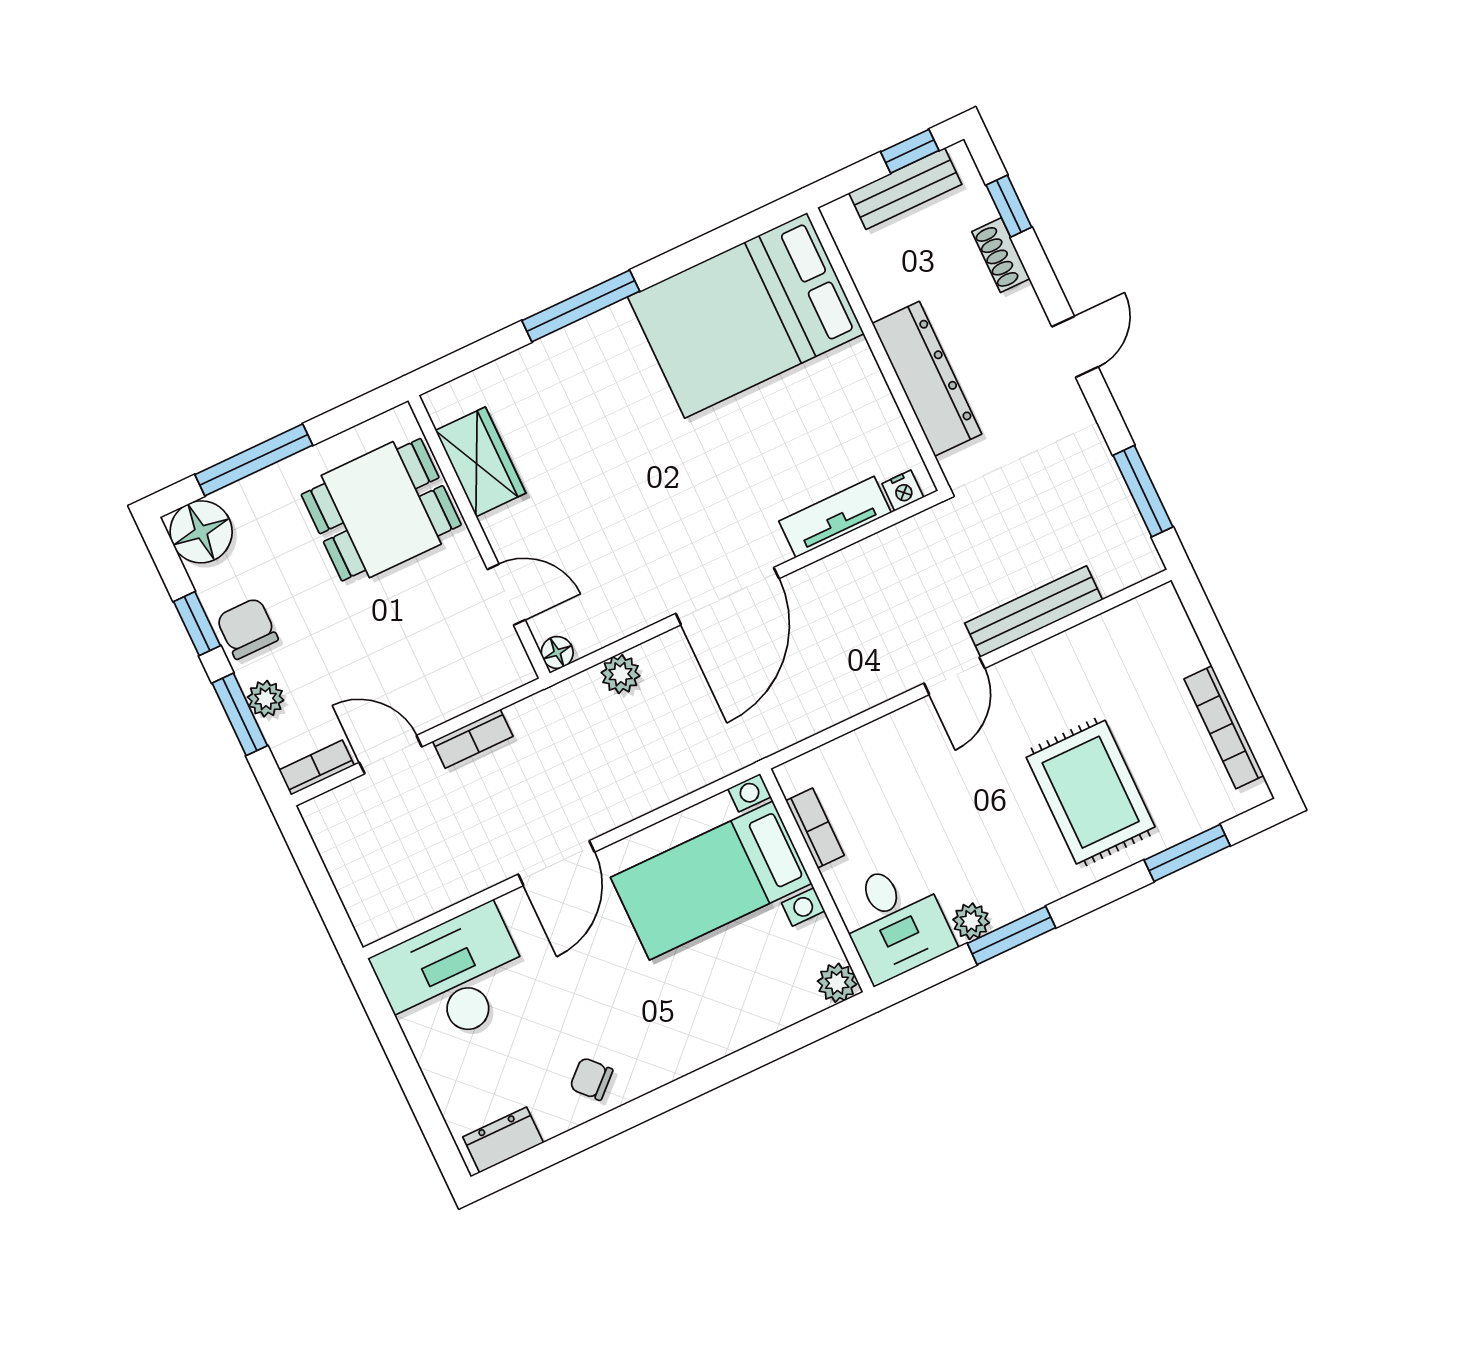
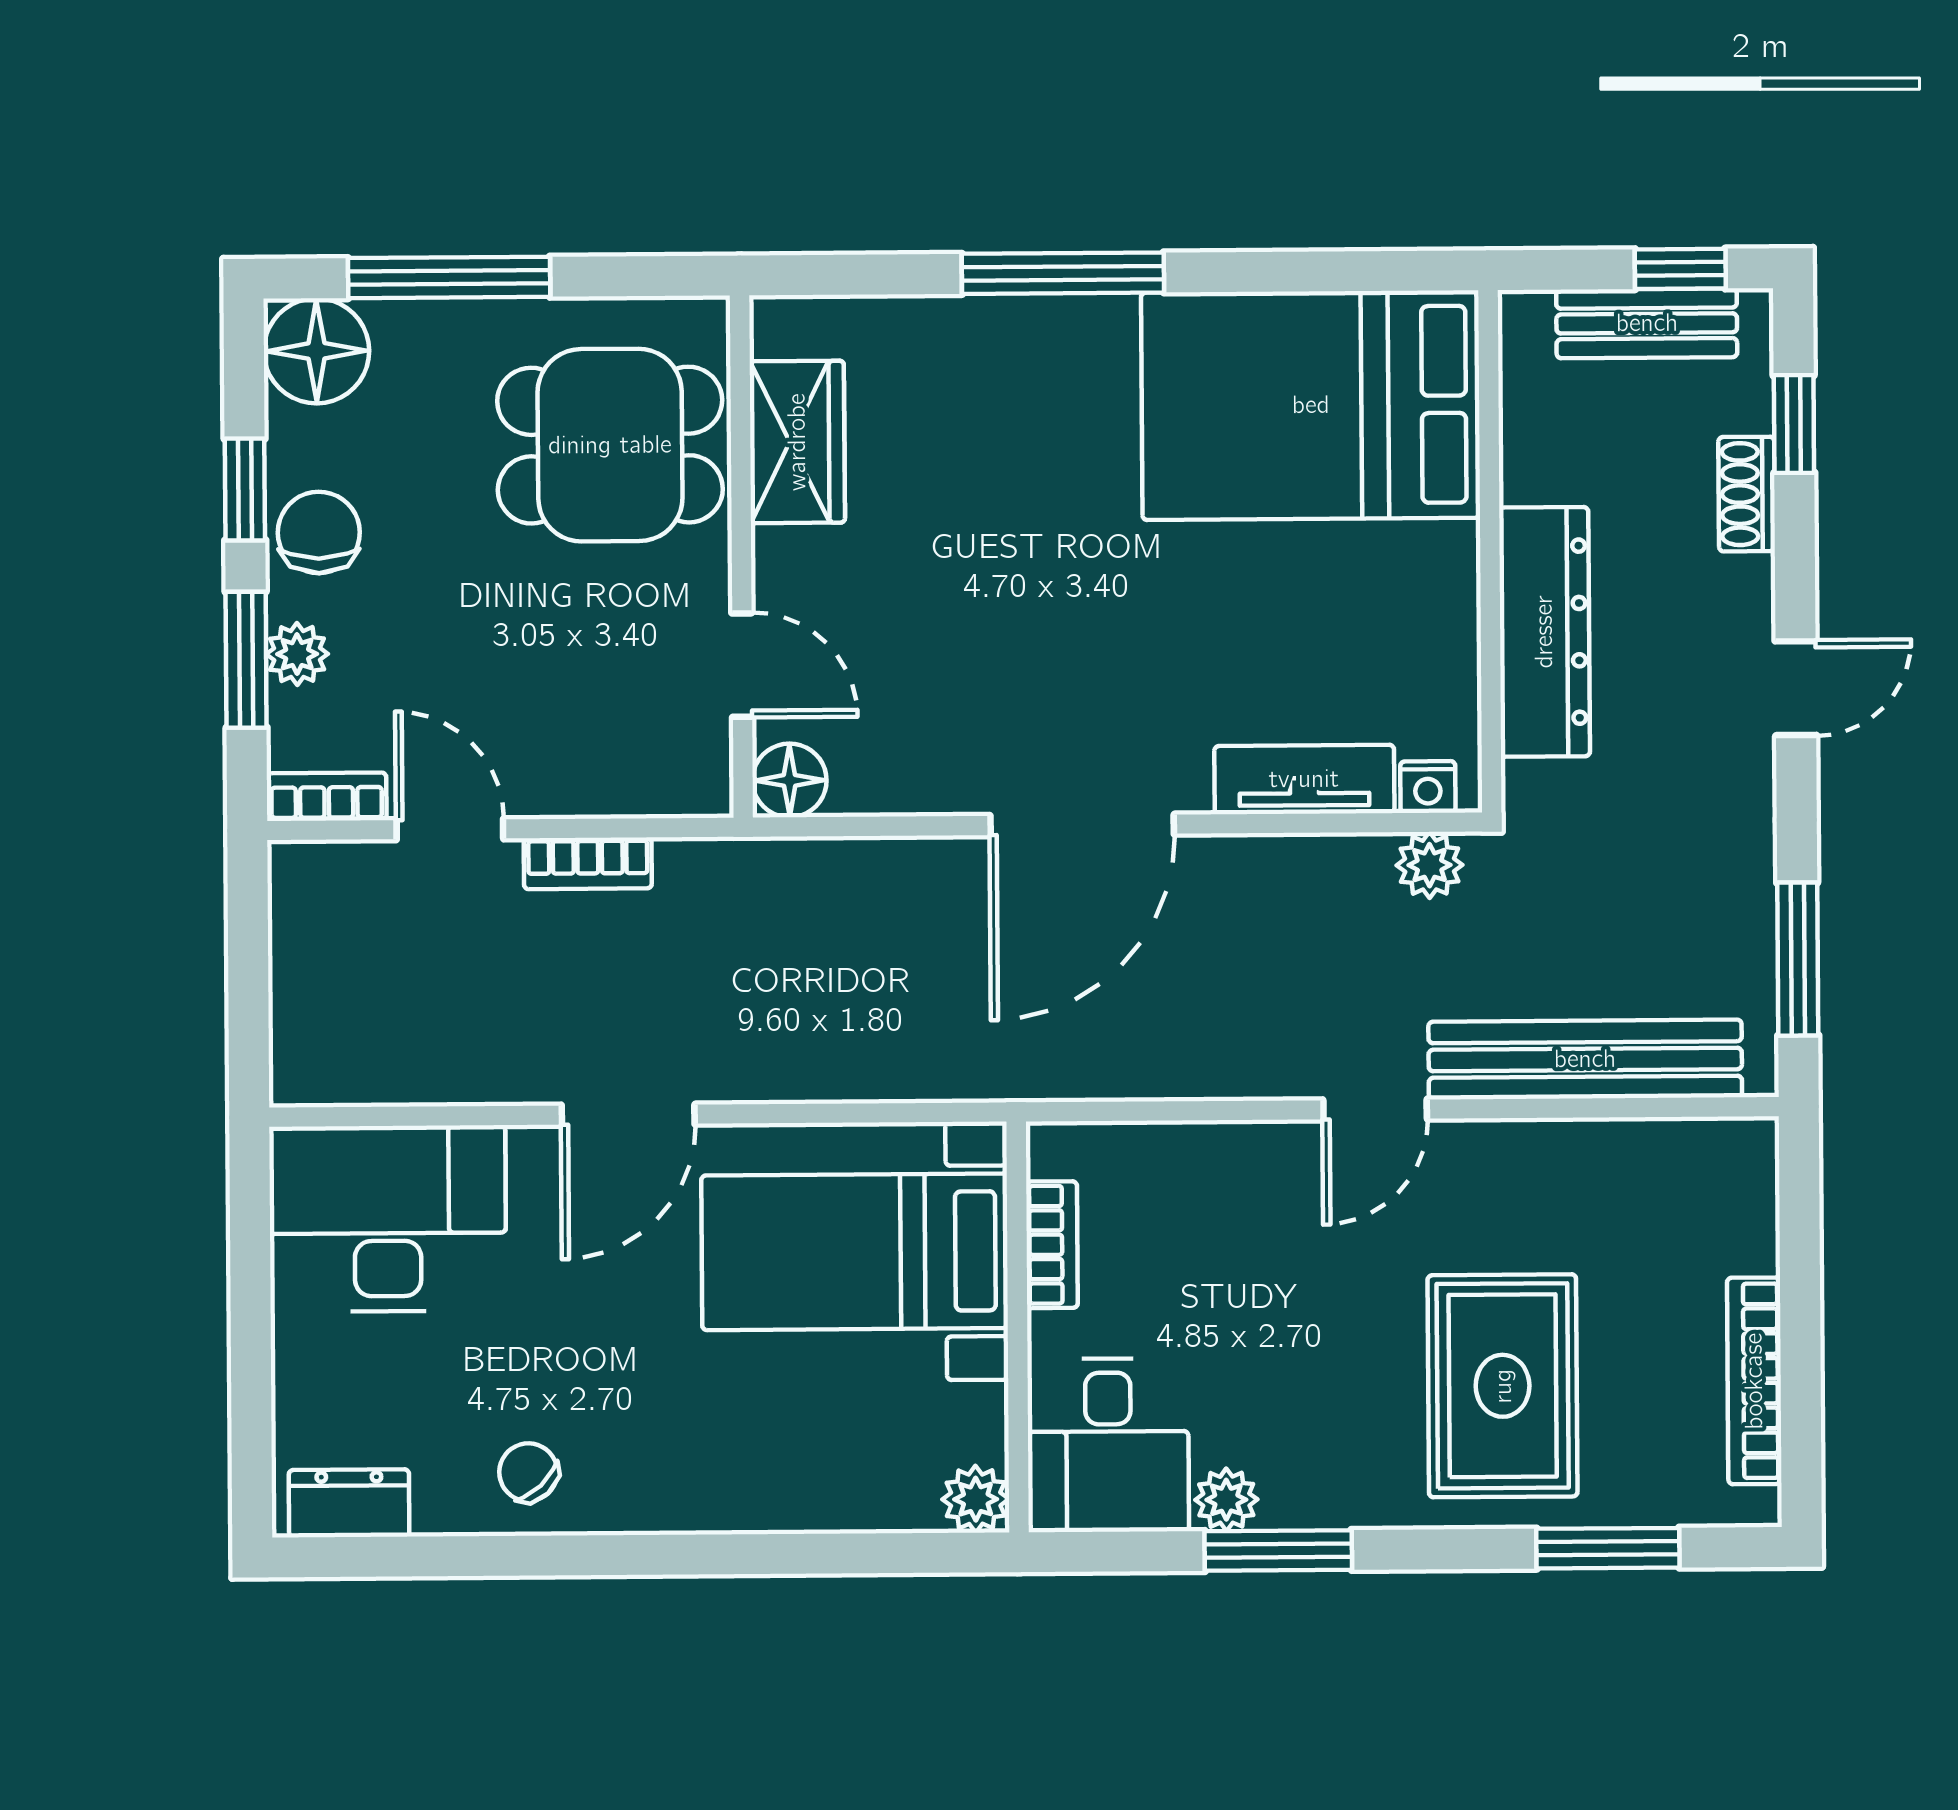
bench: (1034, 611) -> (1585, 1059), width x1.37, depth x1.21
floor lamp: (557, 652) -> (790, 780), width x1.37, depth x1.37
plant: (620, 674) -> (1430, 865), moved

